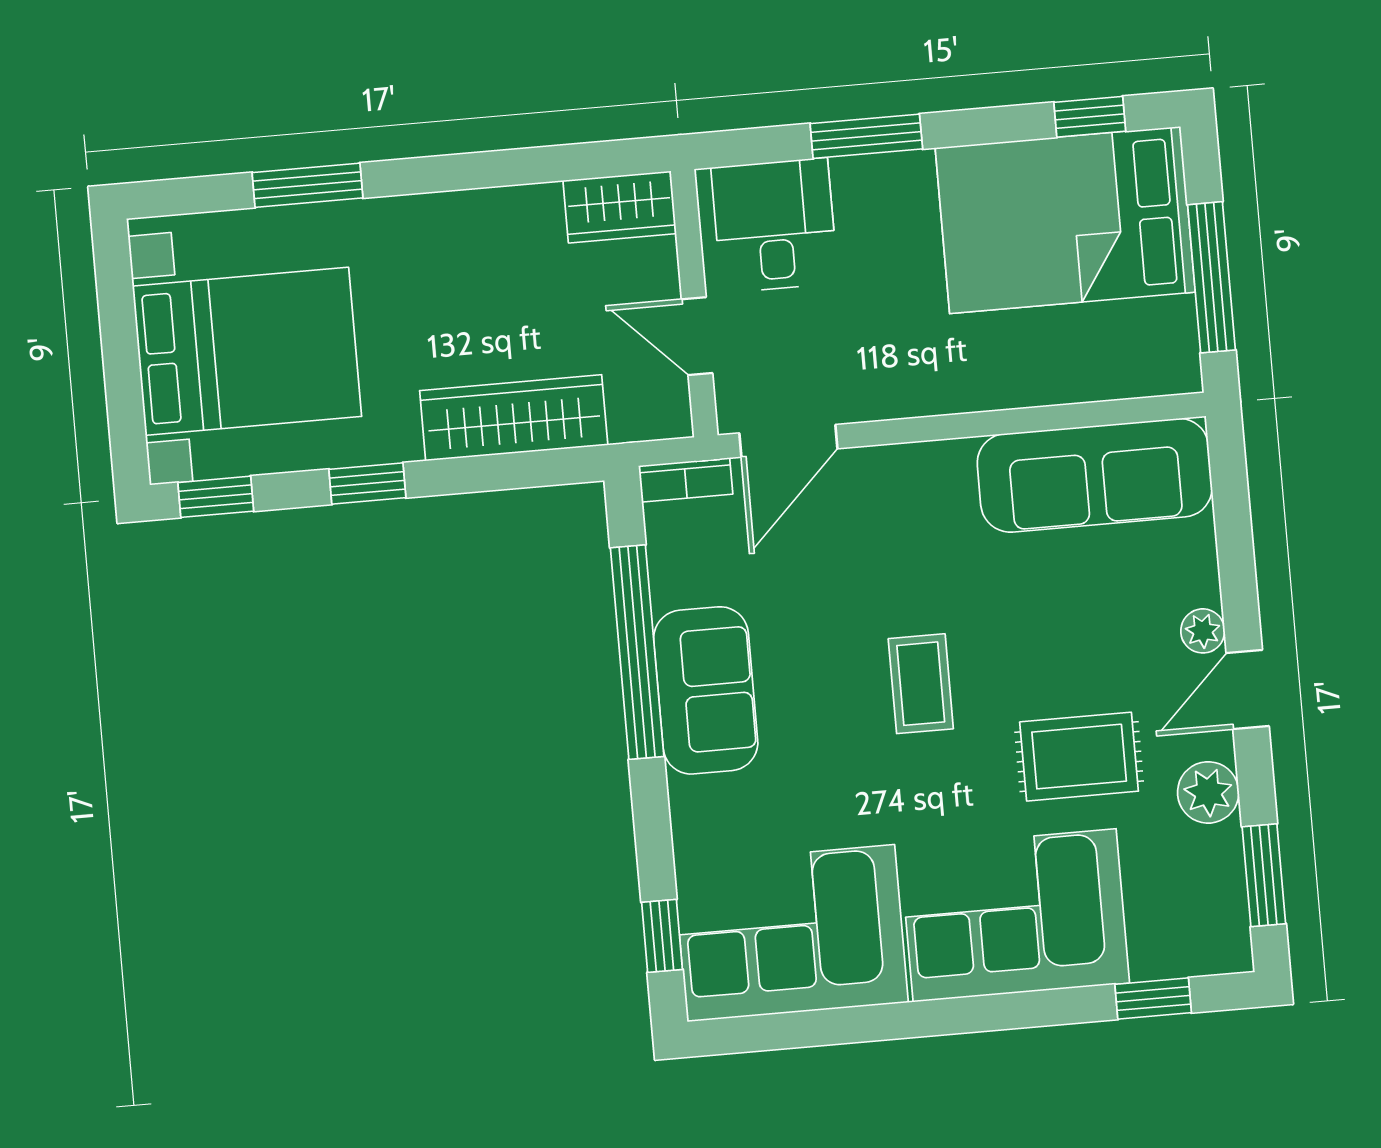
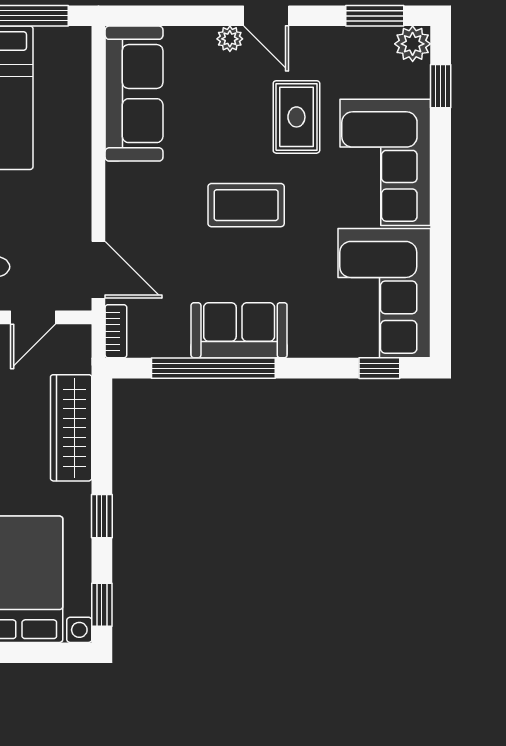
coffee table: (921, 684) -> (246, 205), width x1.36, depth x1.30
plant: (1208, 792) -> (413, 44), moved

